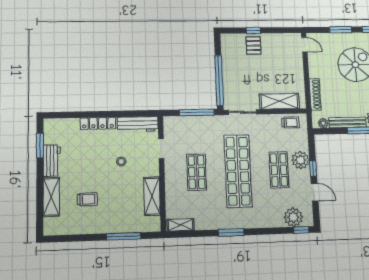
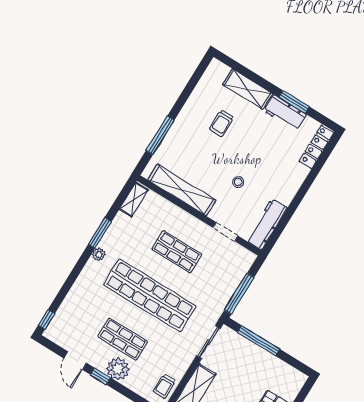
window: (219, 80) -> (258, 341), width x0.68
locker: (98, 123) -> (317, 147), moved
window: (40, 146) -> (294, 102), moved
door: (315, 192) -> (75, 361), hinge flipped
shelving: (152, 196) -> (182, 190), width x1.47
plant: (293, 217) -> (99, 254), moved, width x0.53, depth x0.53
window: (231, 232) -> (100, 233), moved

